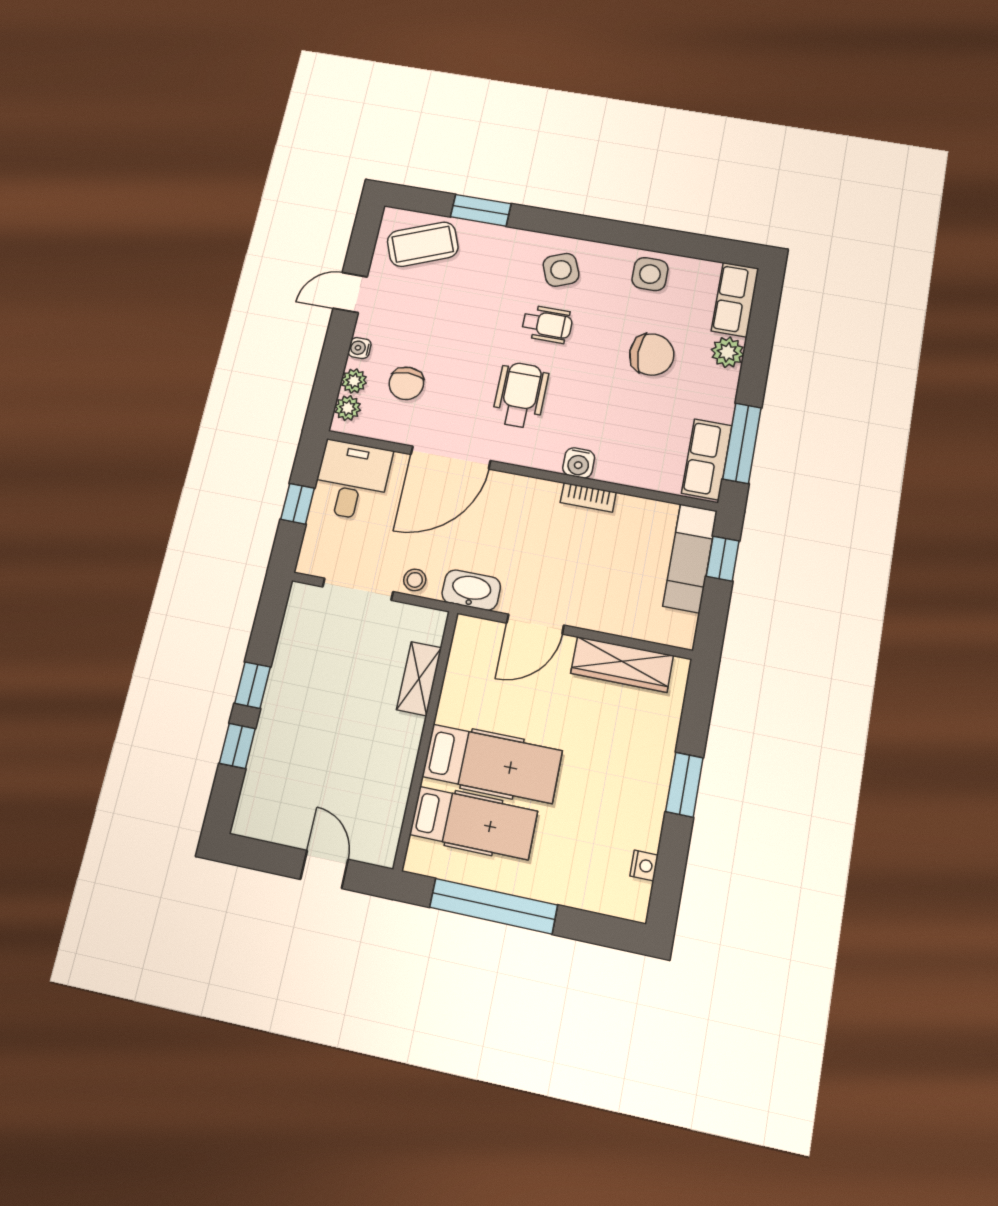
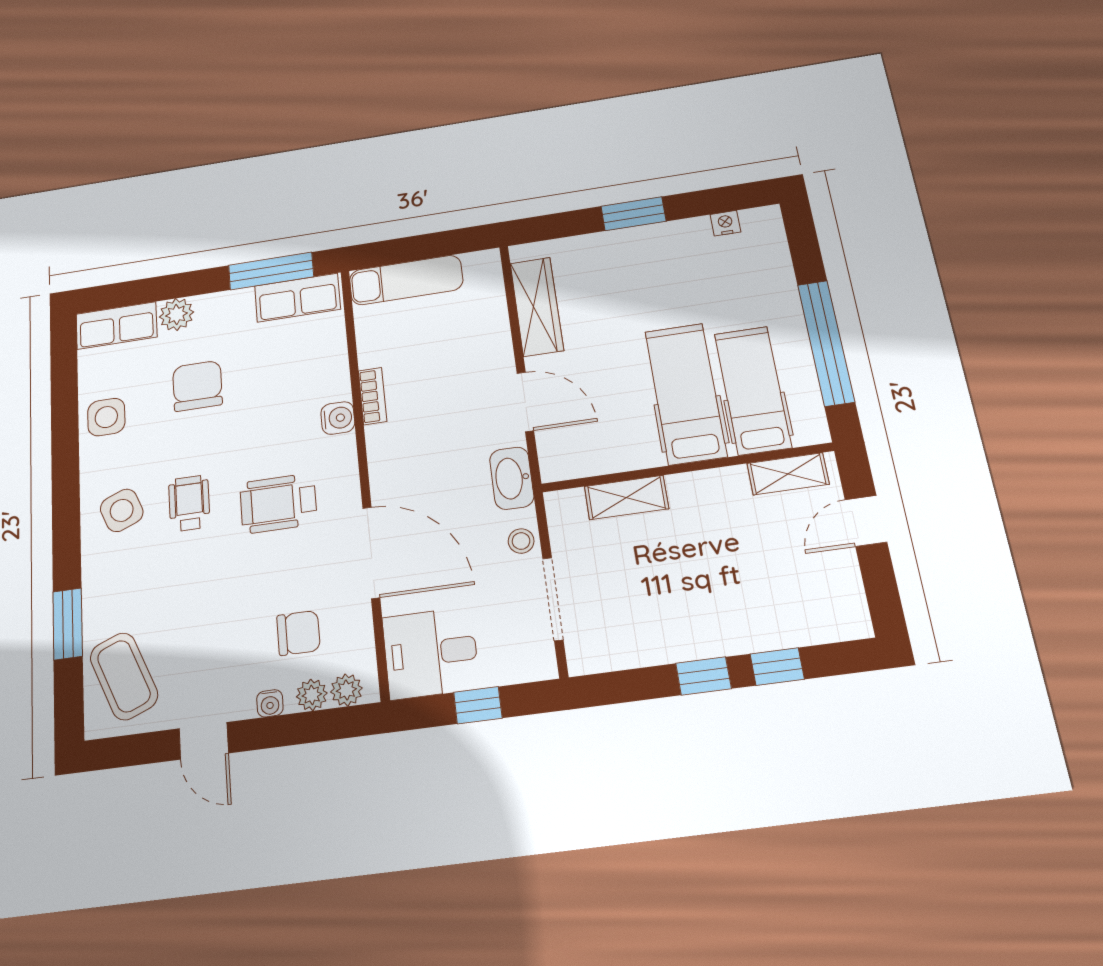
window: (723, 559) -> (397, 251), removed
shelving: (389, 822) -> (788, 474), added

